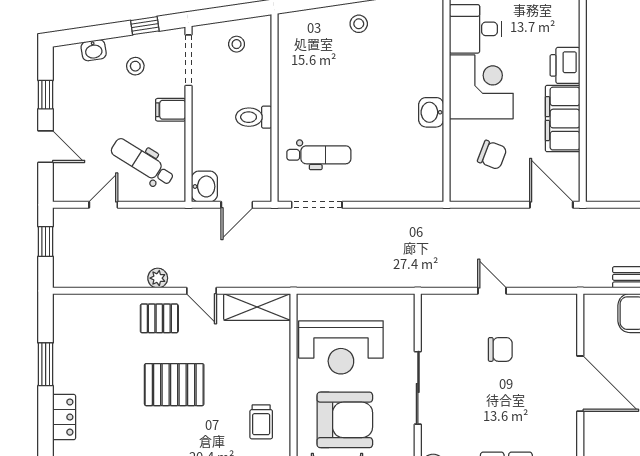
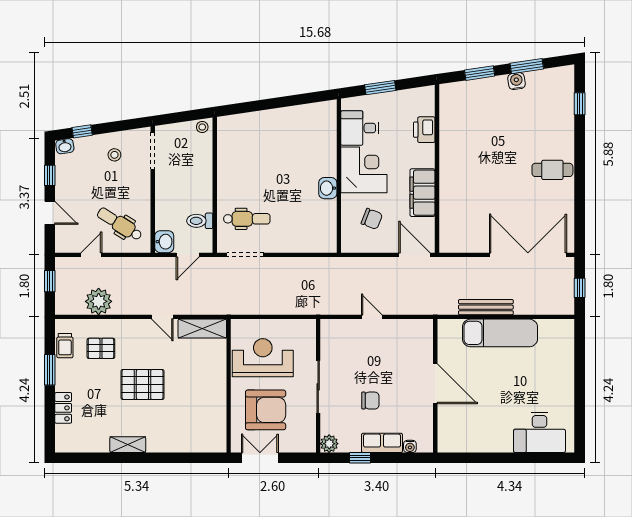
stool: (359, 24) -> (276, 124), removed
window: (145, 26) -> (82, 131), moved
stool: (237, 44) -> (202, 127), moved
washbasin: (94, 50) -> (65, 146), moved
printer: (565, 65) -> (424, 130), moved
filing cabinet: (171, 110) -> (140, 186), removed
toilet: (254, 117) -> (200, 221), moved
plant: (158, 278) -> (99, 301), moved, width x1.88, depth x1.88
pallet: (159, 318) -> (101, 348), moved
reception desk: (341, 347) -> (263, 358), turned 180
chair: (500, 349) -> (370, 401), moved
trolley: (261, 422) -> (65, 346), moved

